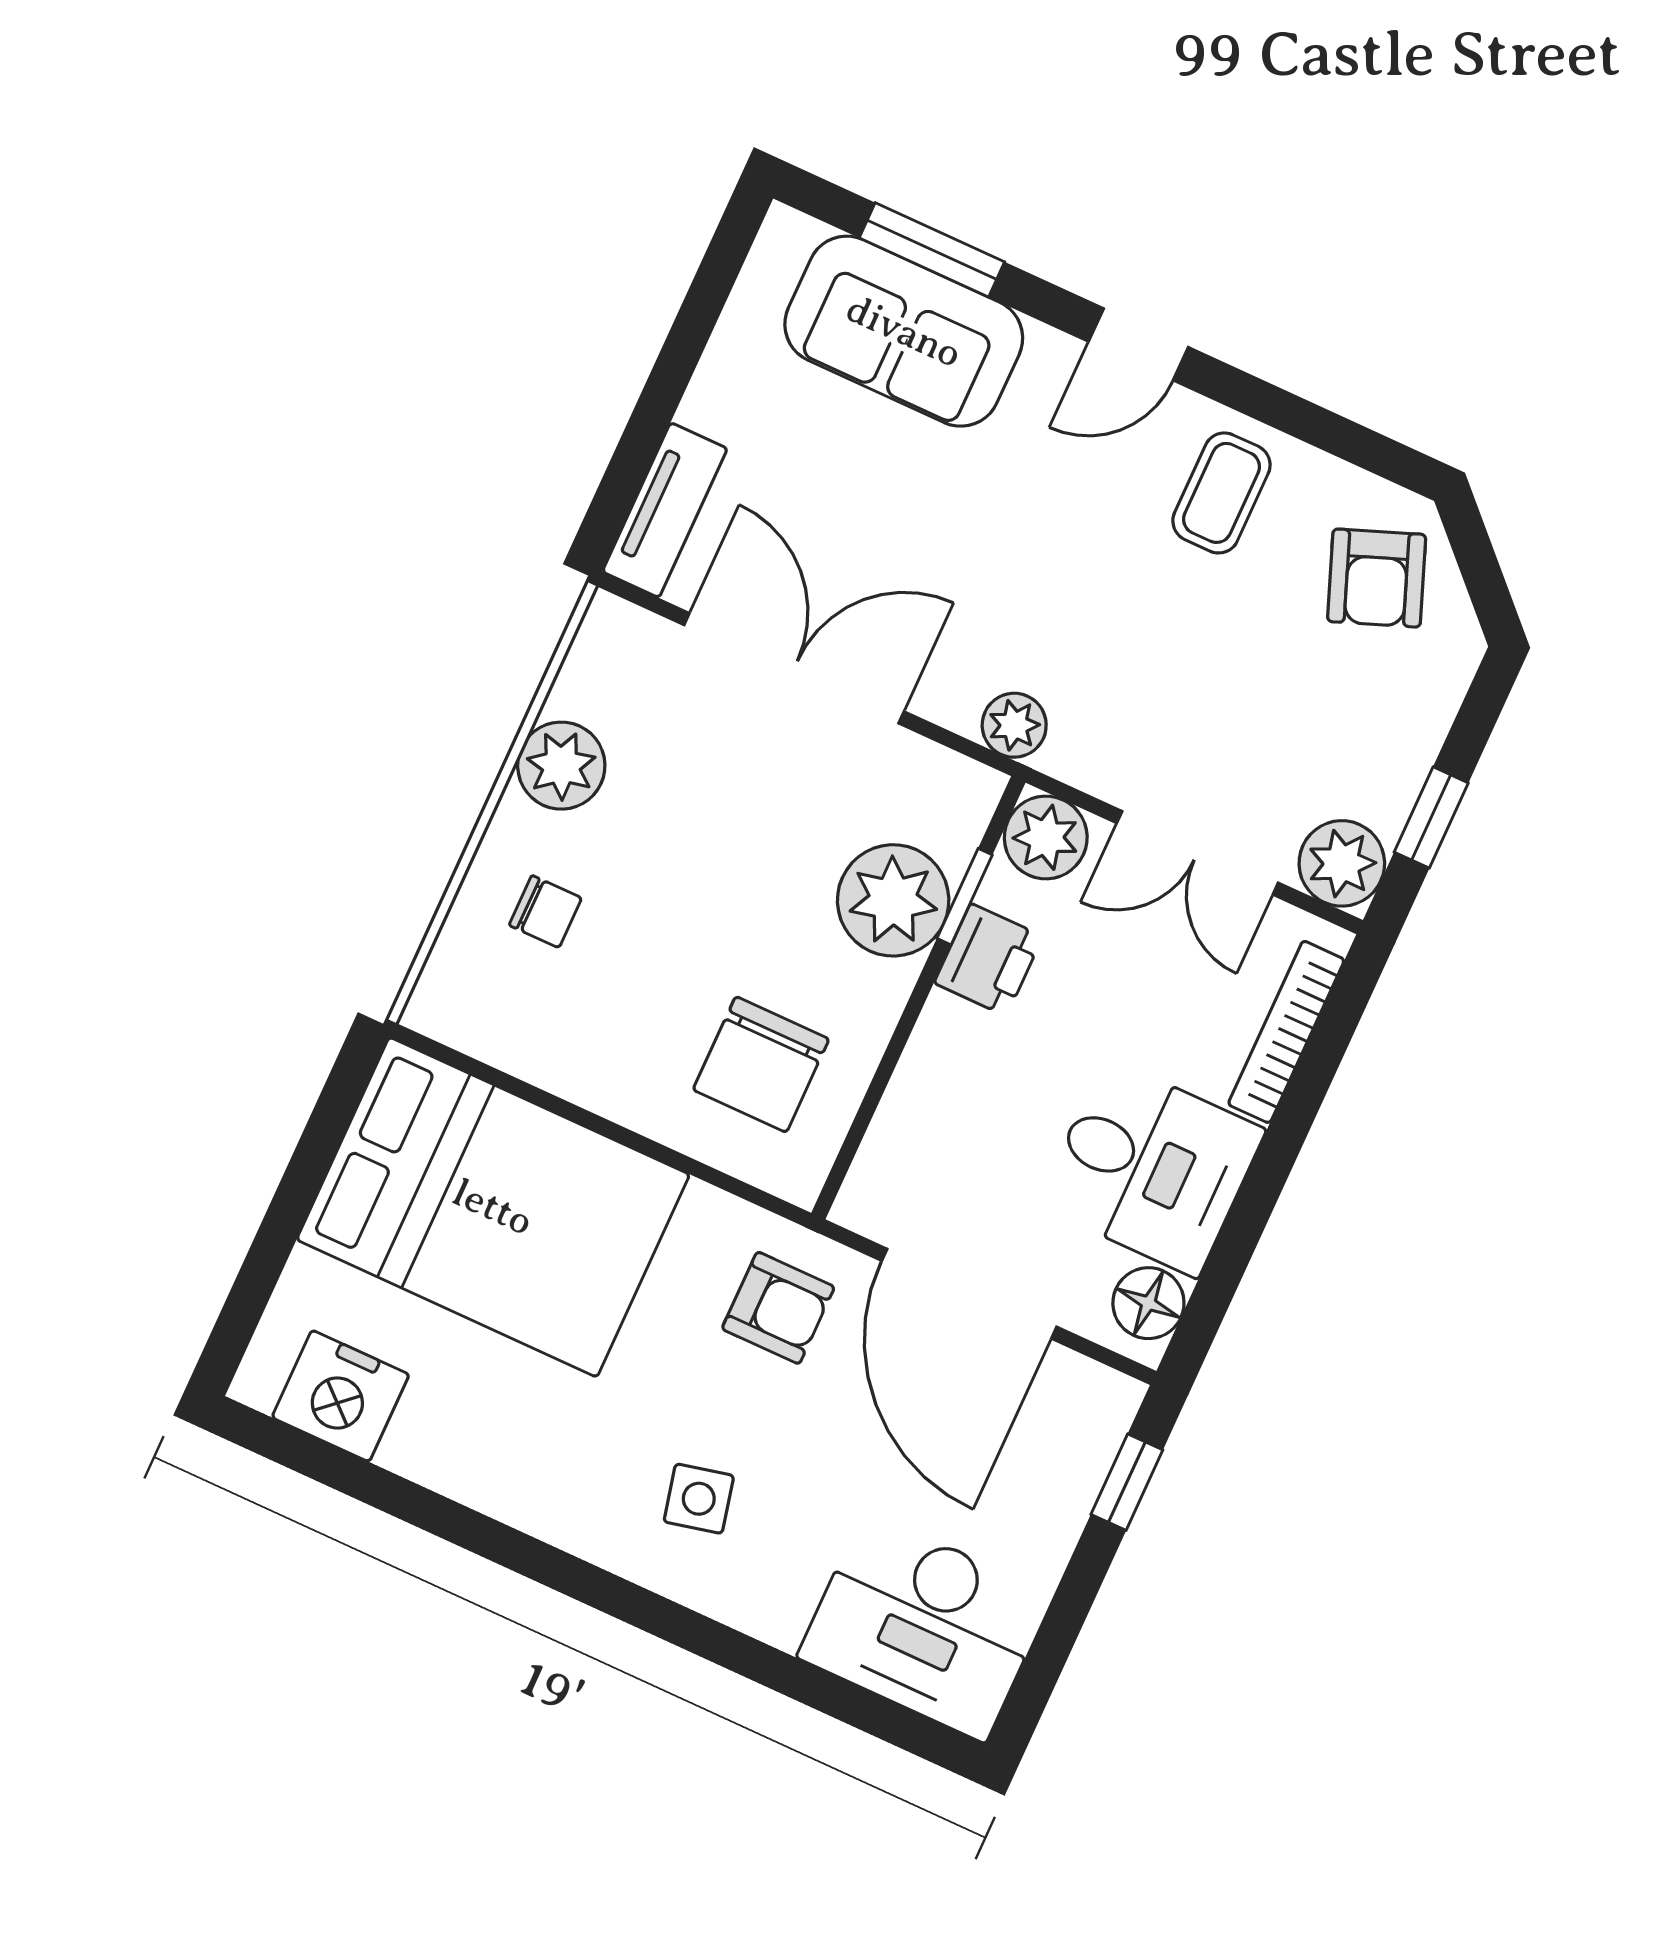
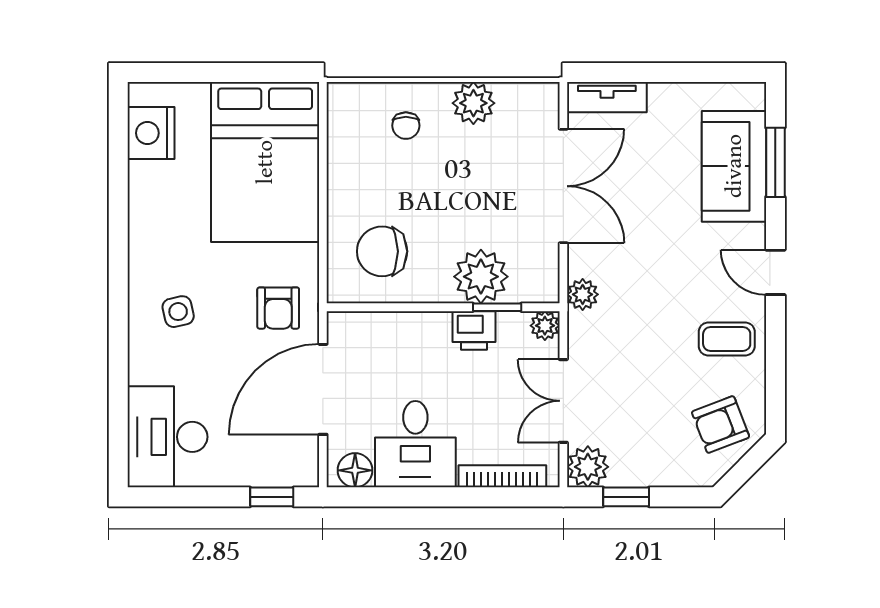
plant: (1046, 837) -> (545, 326), width x0.73, depth x0.73

